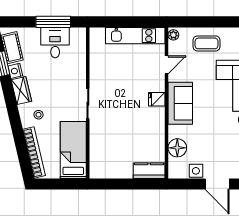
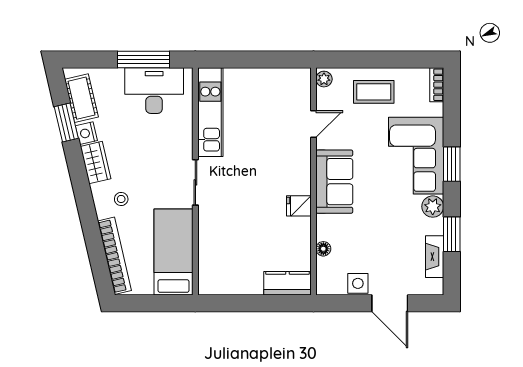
kitchen unit: (135, 36) -> (210, 112), moved, turned -90
desk: (55, 43) -> (154, 91), width x1.37
fridge: (157, 99) -> (299, 206), moved
floor lamp: (177, 148) -> (323, 249), width x0.53, depth x0.53

